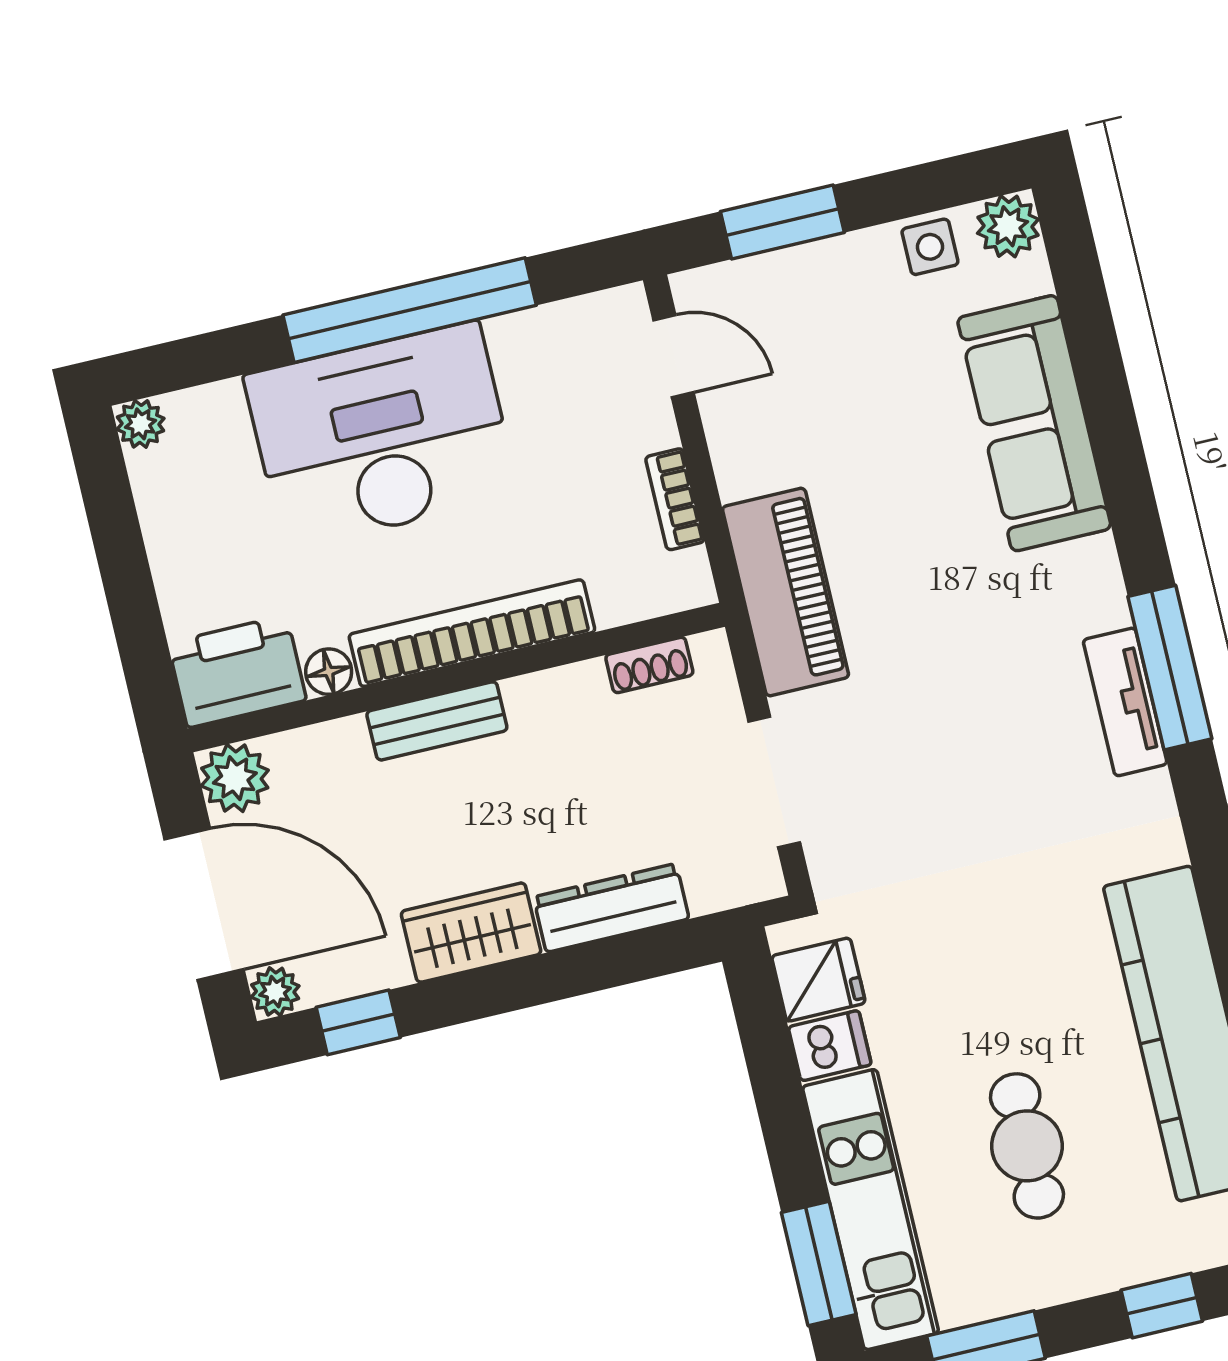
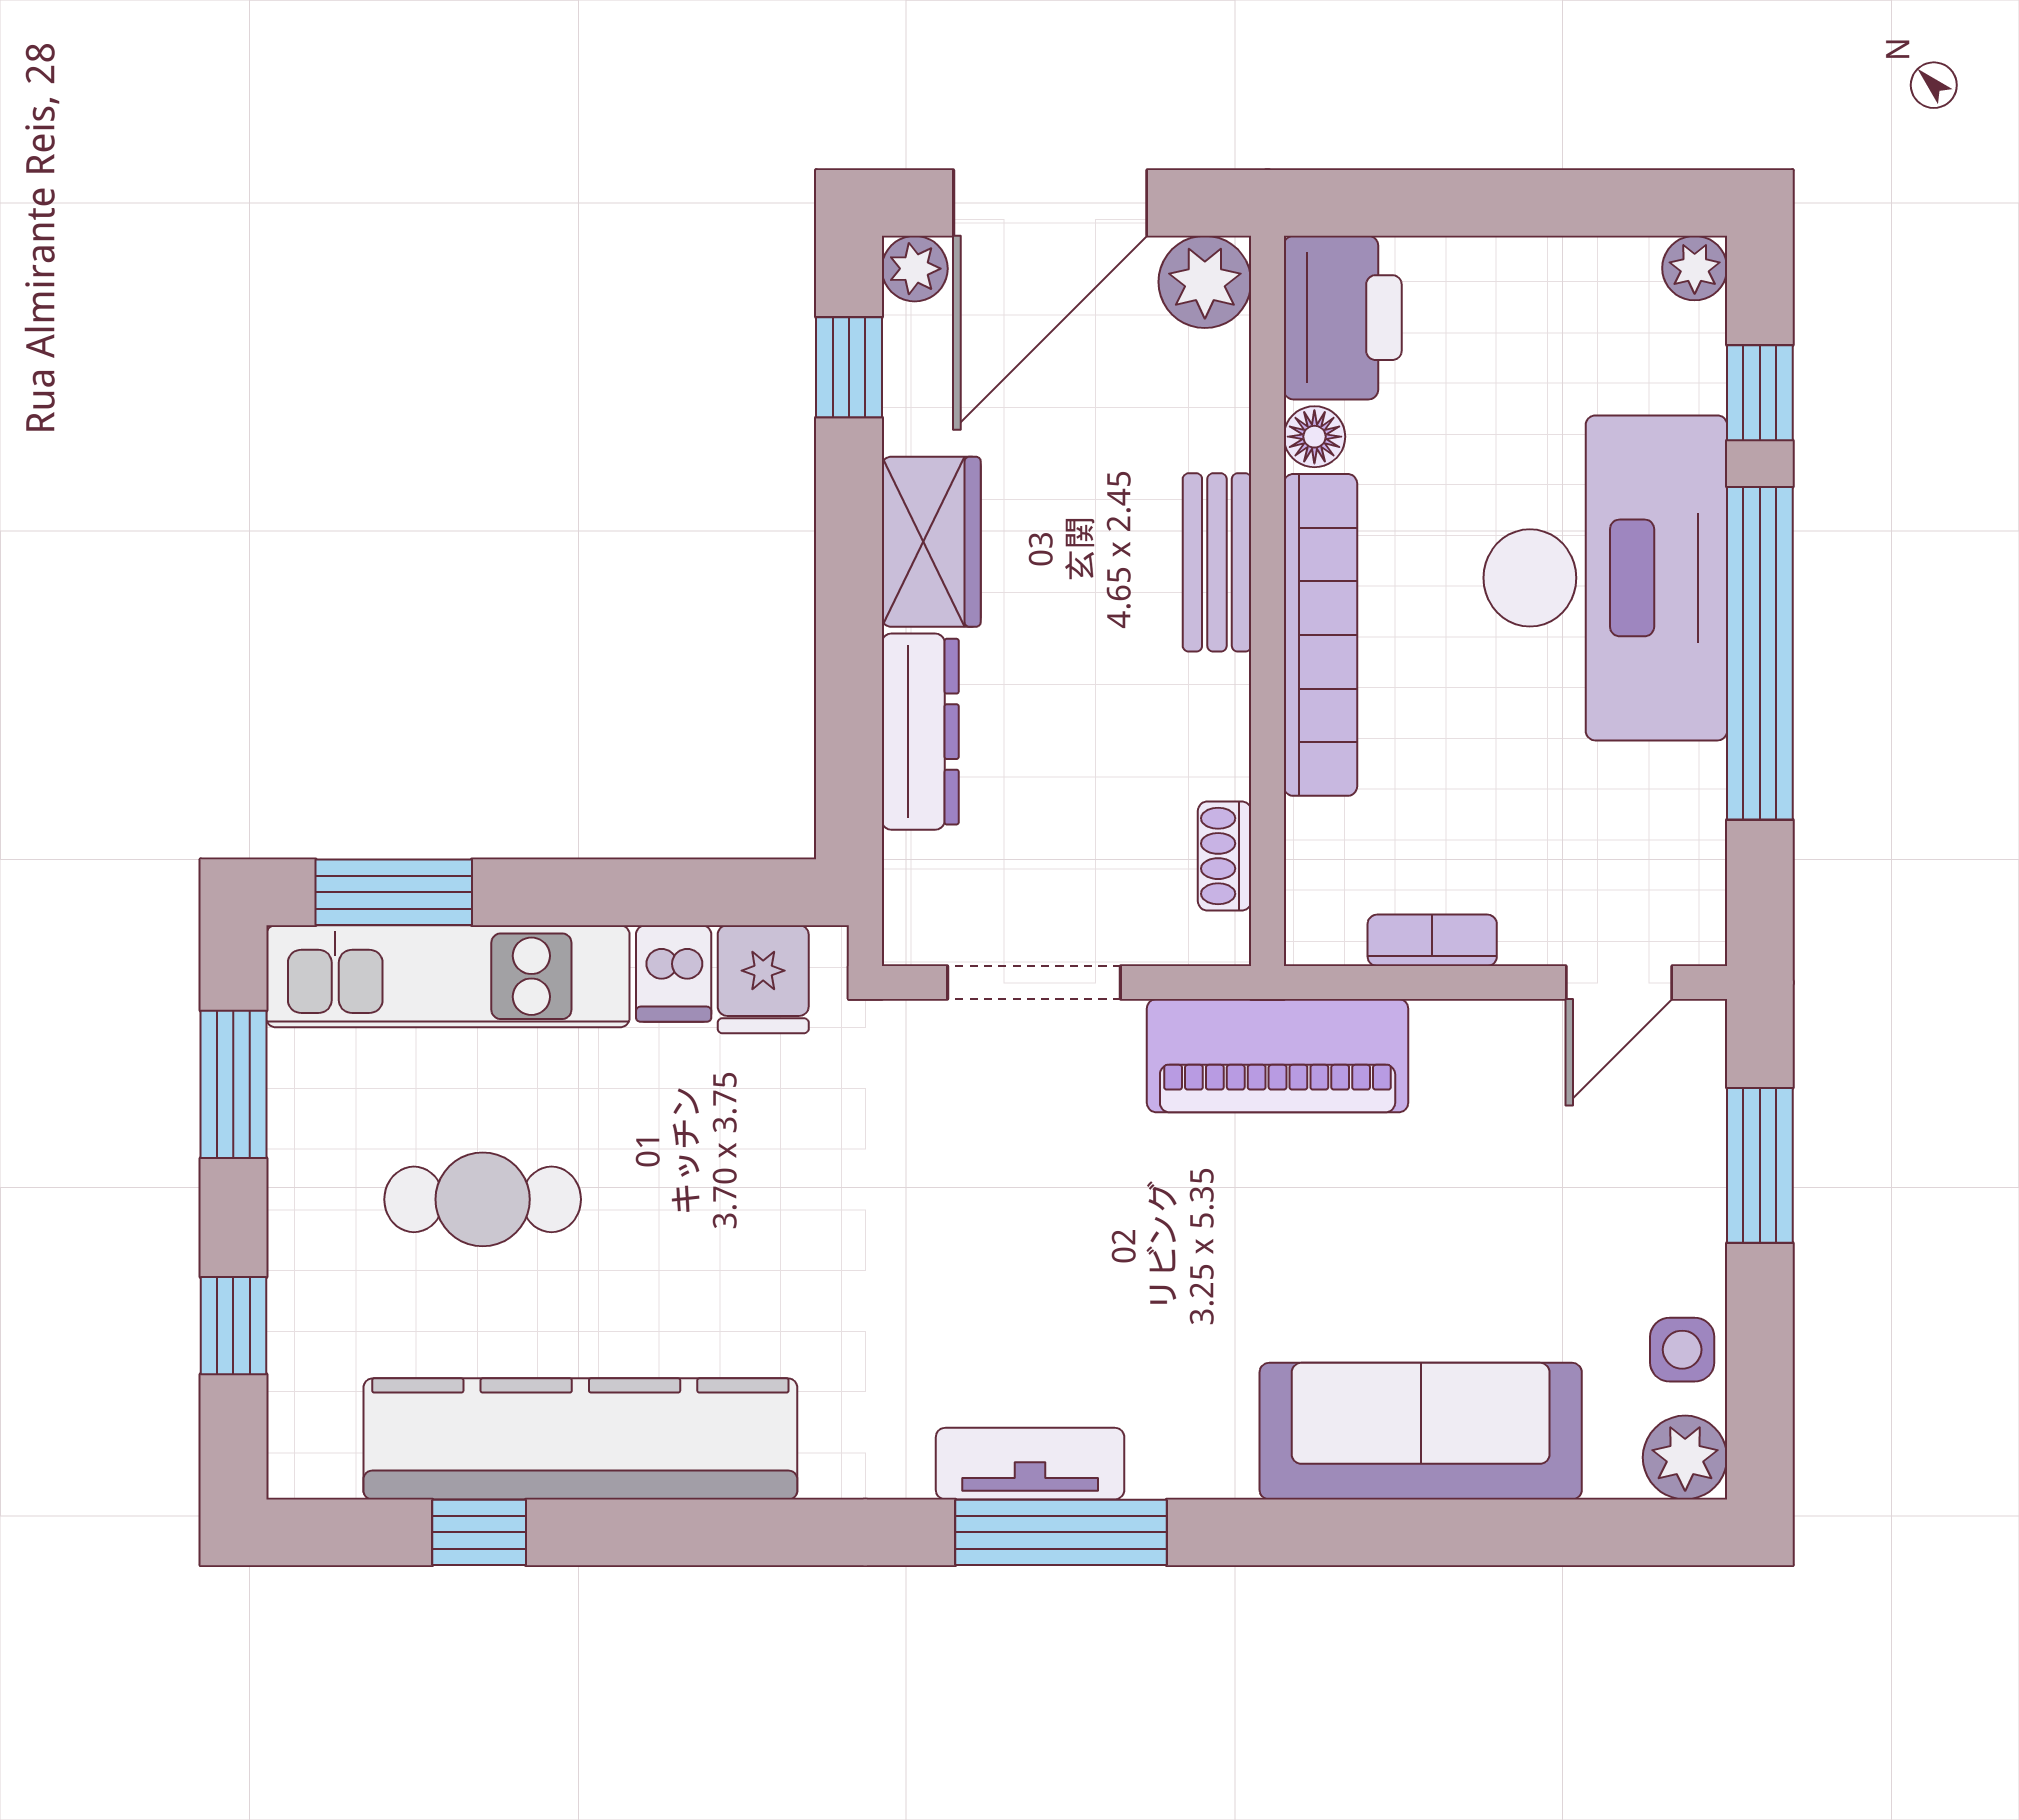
window: (220, 355) -> (1760, 393), added

